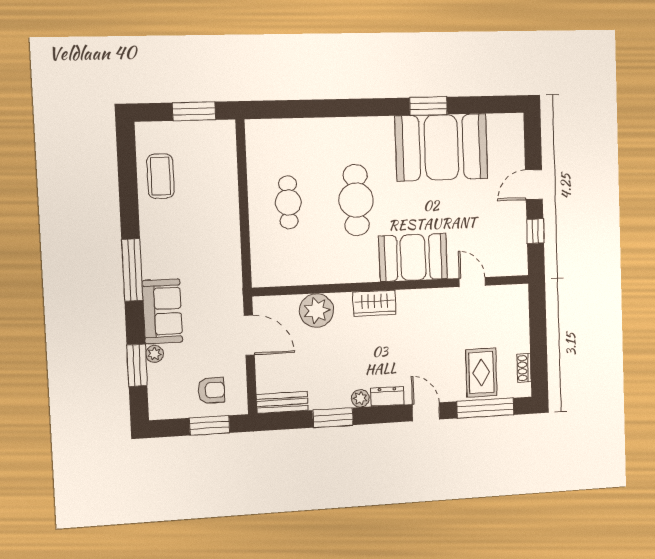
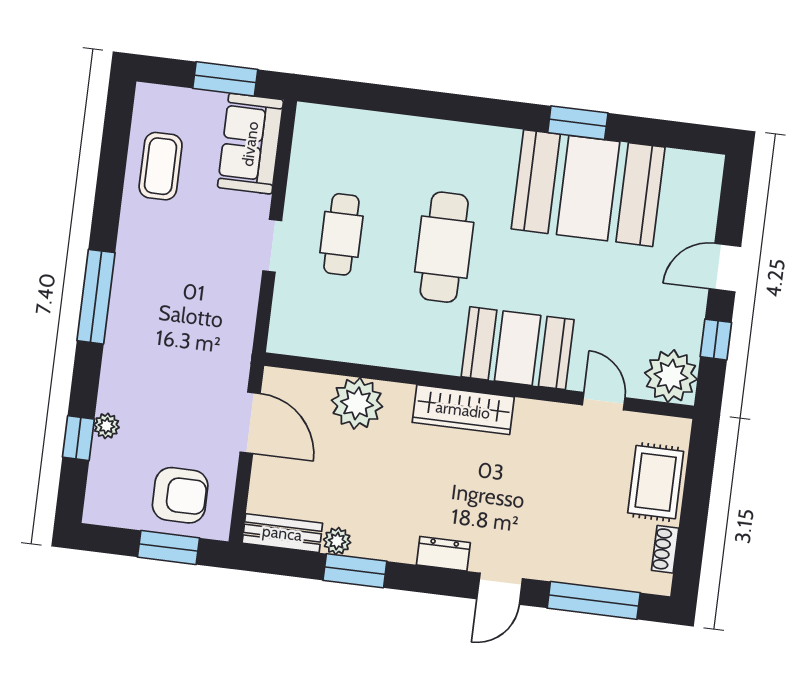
doorway: (244, 217) -> (272, 246), added
plant: (511, 259) -> (671, 376), added
wardrobe: (375, 303) -> (463, 410), width x1.50
sofa: (162, 311) -> (250, 144), moved, turned 180
window: (137, 365) -> (78, 438), width x0.67
rug: (481, 373) -> (656, 482), moved
armchair: (211, 390) -> (180, 495), width x1.38, depth x1.38
plant: (360, 398) -> (337, 541), moved
door: (426, 412) -> (500, 589), swing flipped

